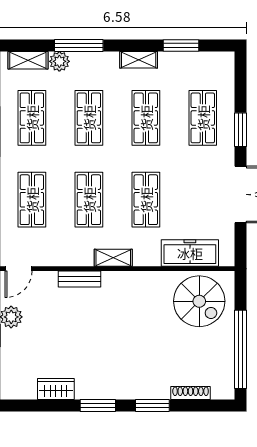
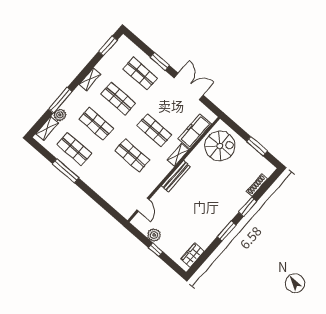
window: (181, 45) -> (108, 46), moved
shop shelf: (32, 200) -> (110, 181), removed
shelving: (113, 258) -> (178, 155), moved
door: (19, 269) -> (143, 205), moved
bench: (79, 279) -> (176, 176), moved, width x1.36
window: (240, 349) -> (257, 146), width x0.47
wardrobe: (56, 389) -> (192, 255), moved

